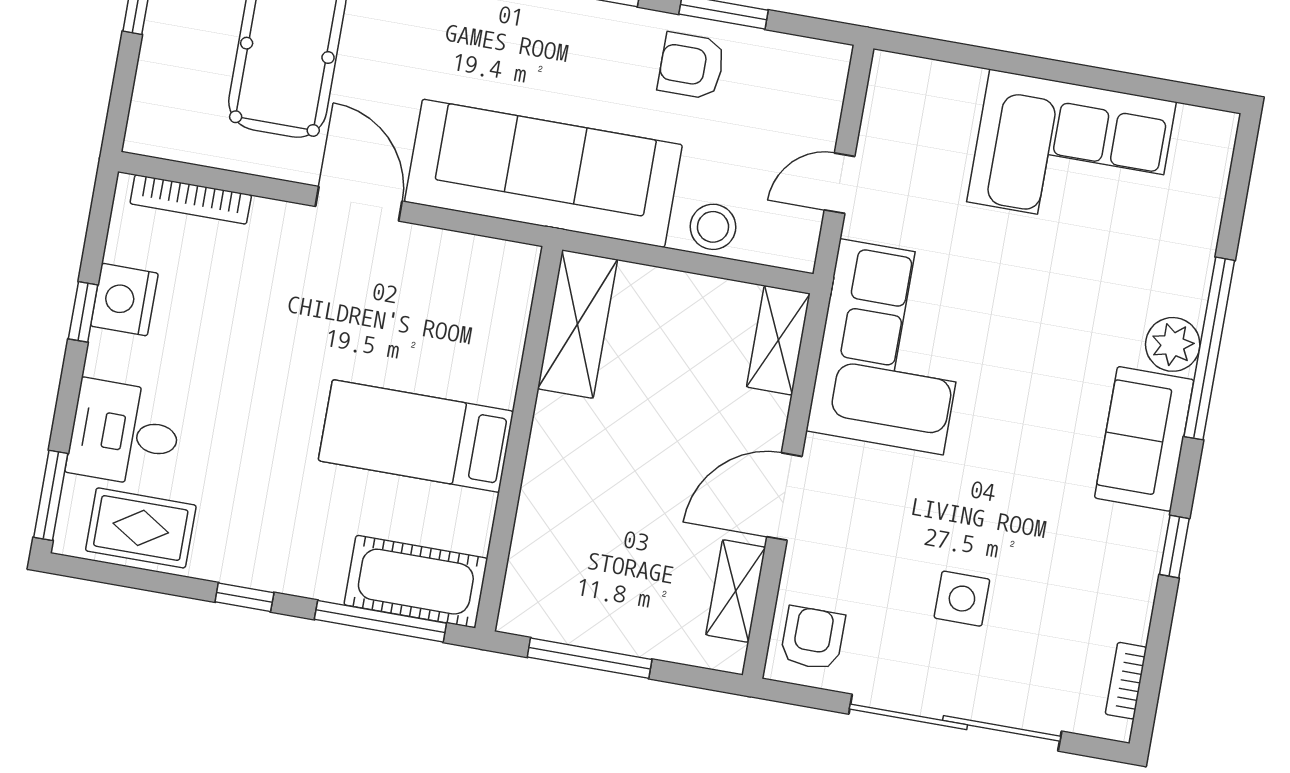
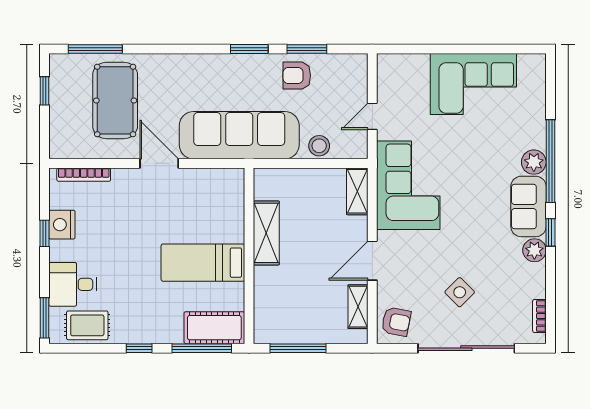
shelving: (578, 324) -> (266, 233), moved
plant: (1140, 536) -> (534, 250), added
window: (1174, 546) -> (550, 232), moved
side table: (962, 599) -> (460, 292), turned 45
armchair: (813, 638) -> (396, 322), turned 101

